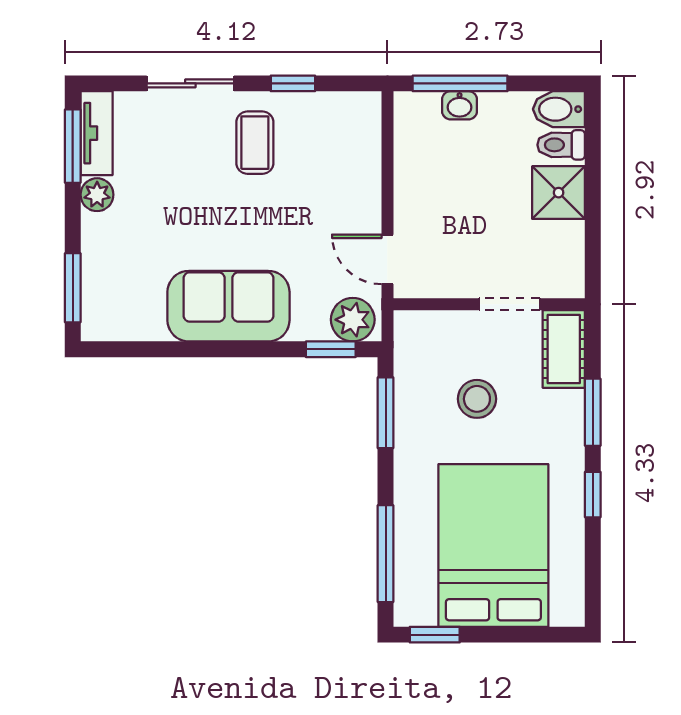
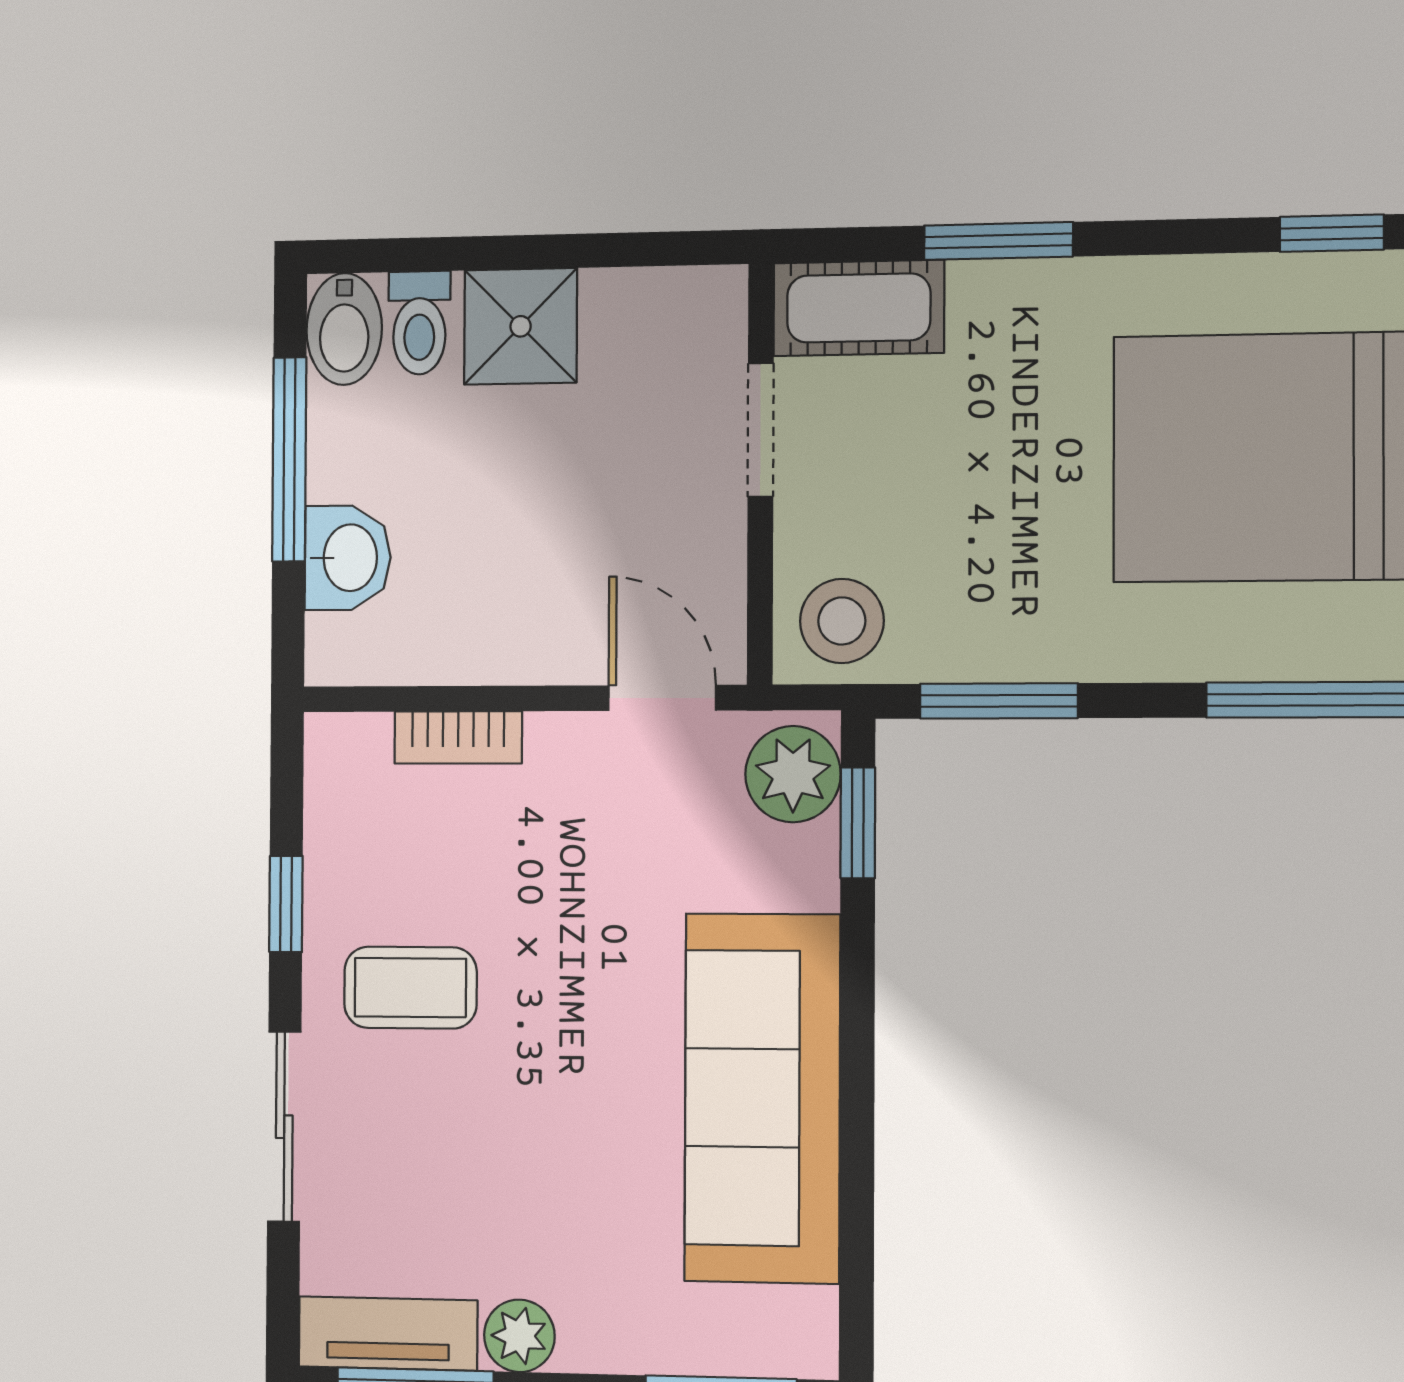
window: (460, 83) -> (289, 459), moved
washbasin: (460, 105) -> (348, 558), width x1.38, depth x1.45
bookcase: (370, 164) -> (458, 737), added
door: (387, 259) -> (662, 698), swing flipped
sofa: (228, 306) -> (762, 1098), width x1.36
stool: (477, 399) -> (842, 621), moved
window: (593, 495) -> (1332, 233), moved

